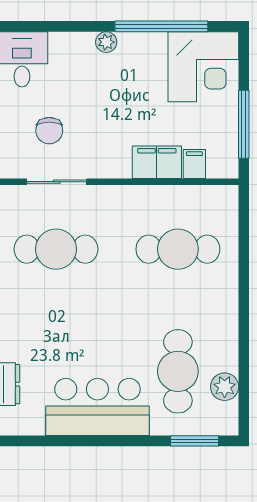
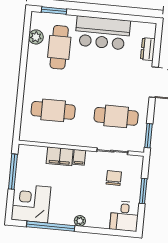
filing cabinet: (194, 164) -> (79, 157), moved

